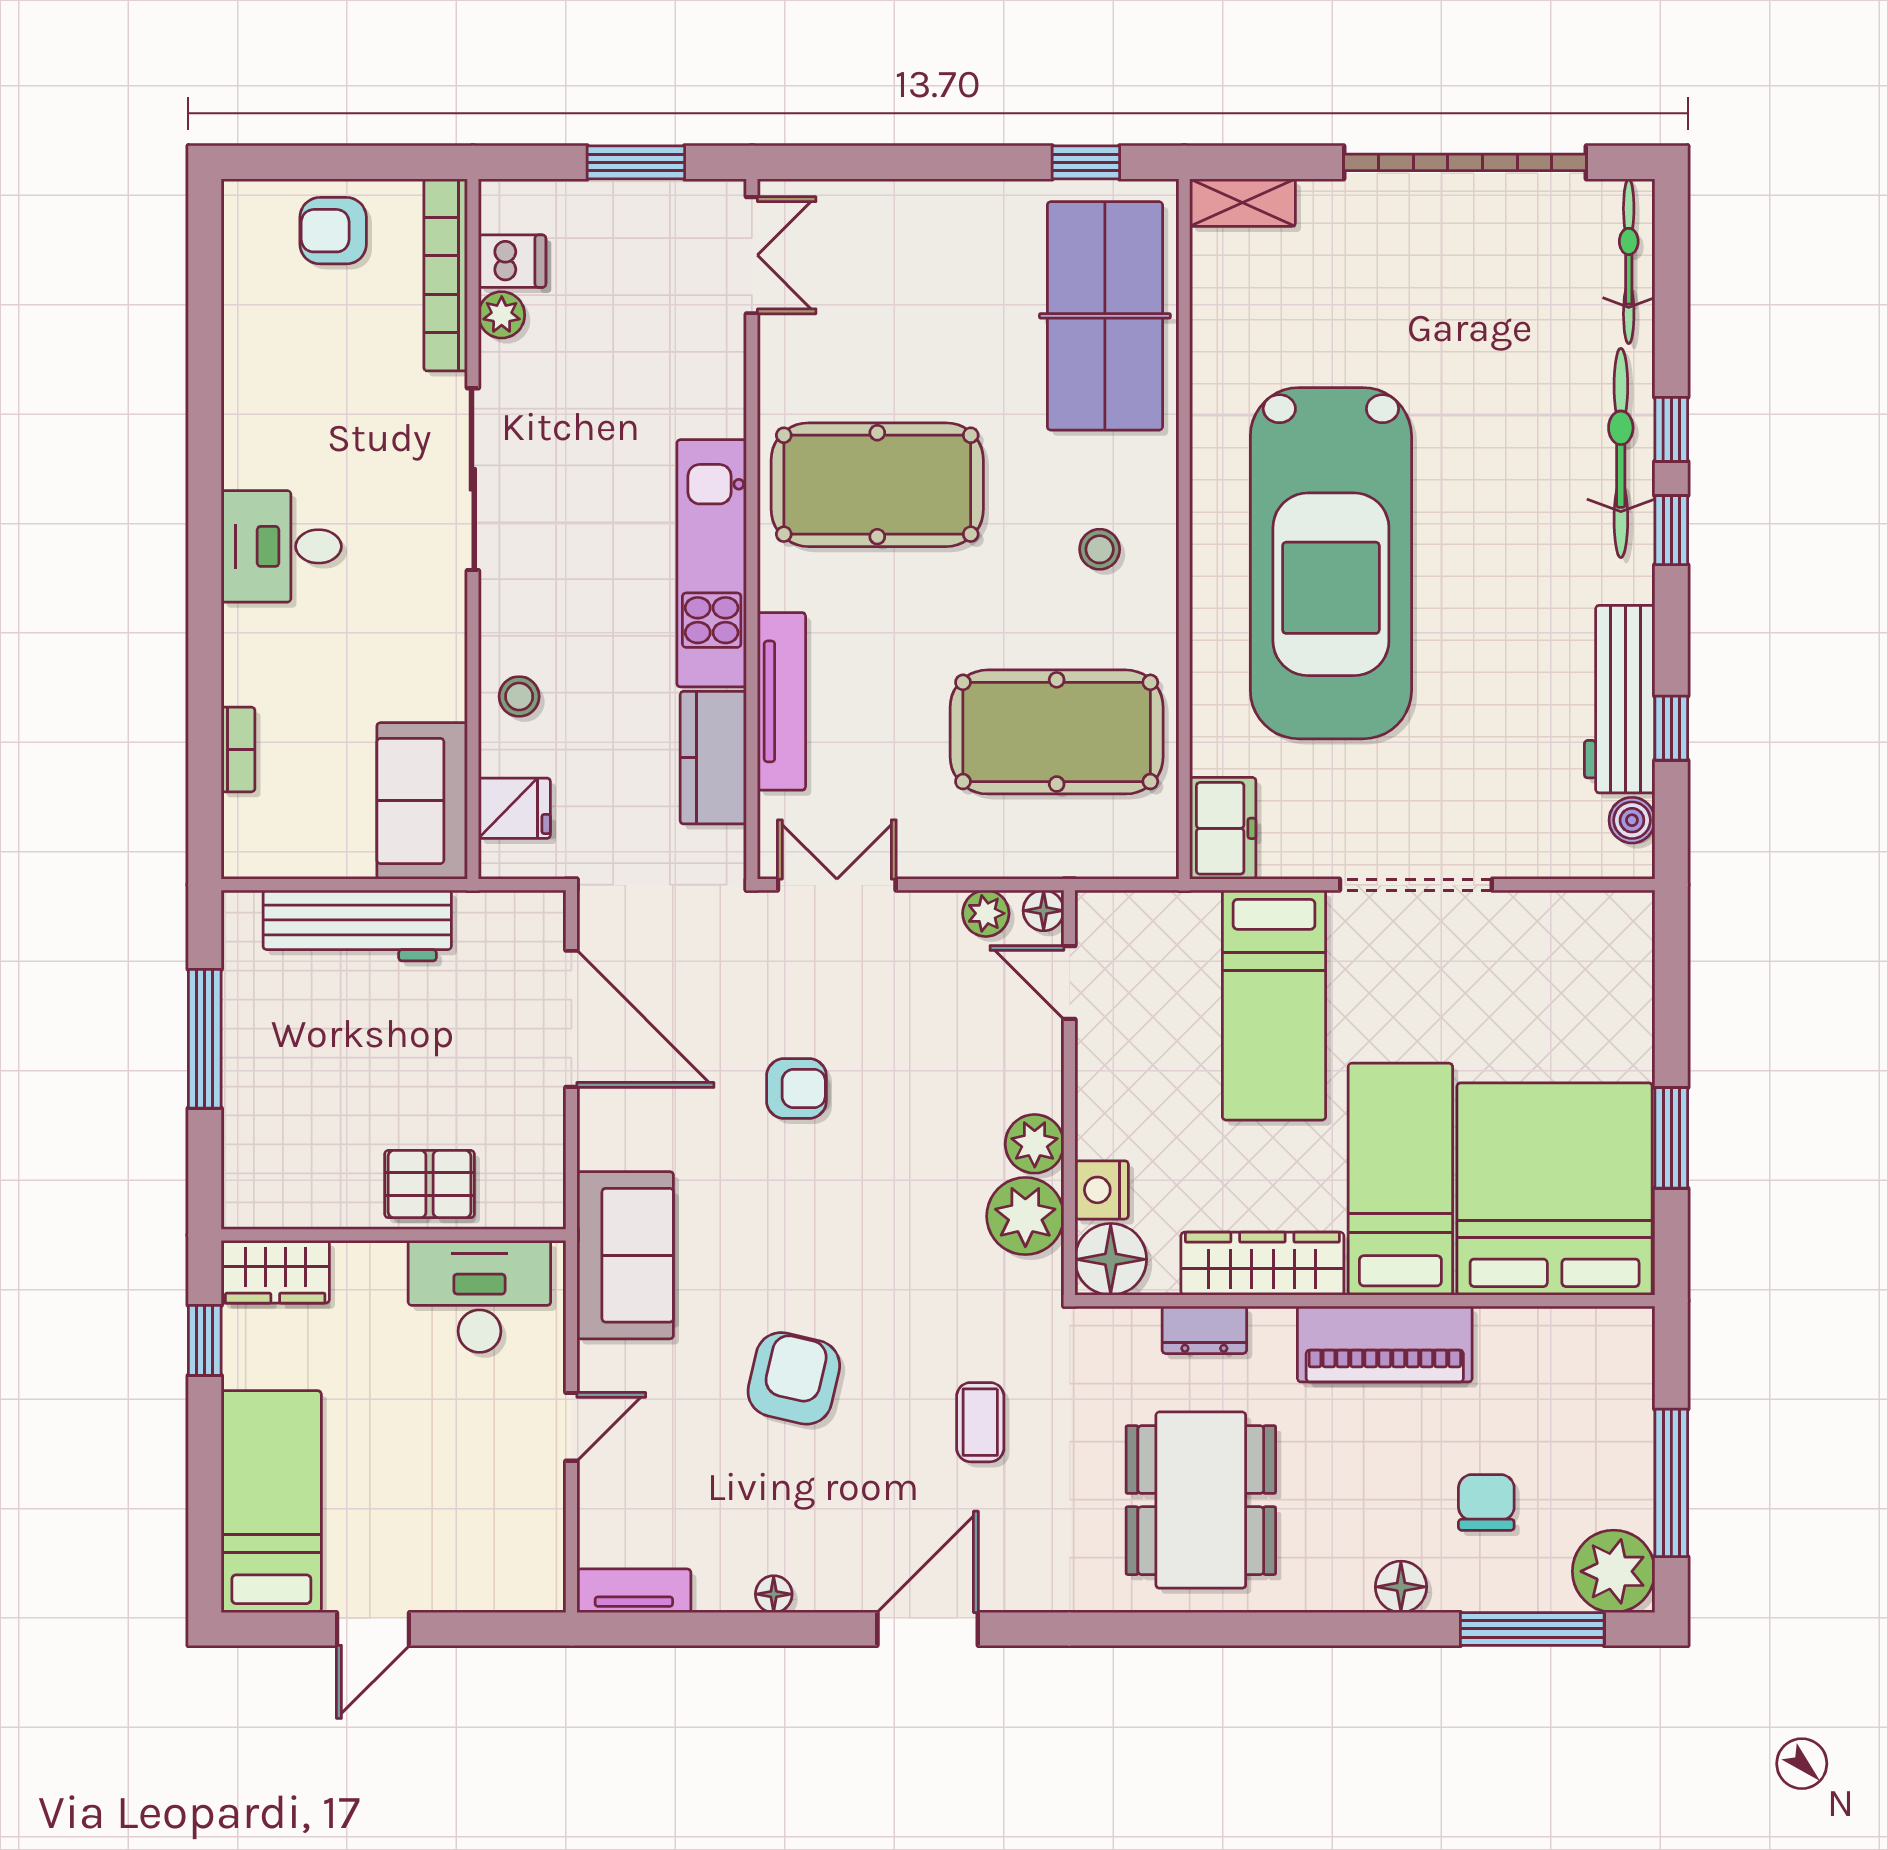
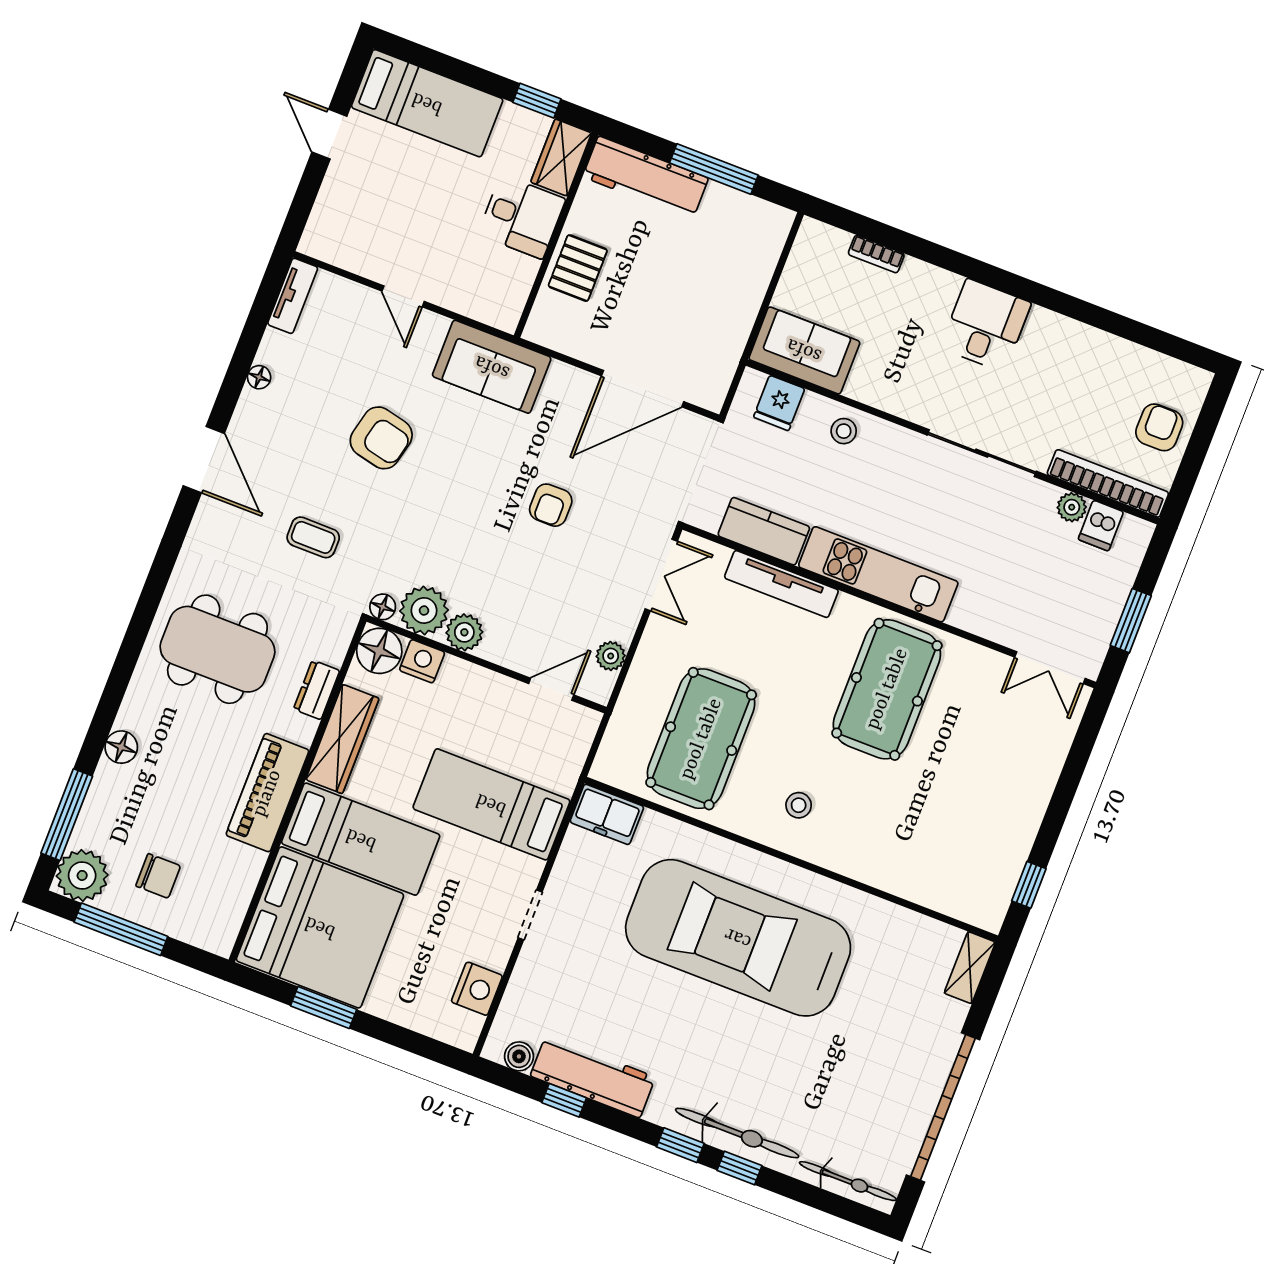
table tennis table: (1105, 316) -> (934, 861), removed
doorway: (1416, 885) -> (530, 915), width x0.53
floor lamp: (1044, 911) -> (383, 607), moved
nightstand: (1556, 921) -> (477, 989), added
workbench: (357, 926) -> (646, 177), moved, turned -90
desk: (479, 1296) -> (522, 217), moved, width x0.73
chair: (1486, 1502) -> (158, 876), moved

